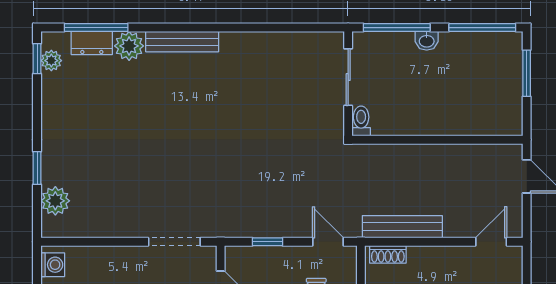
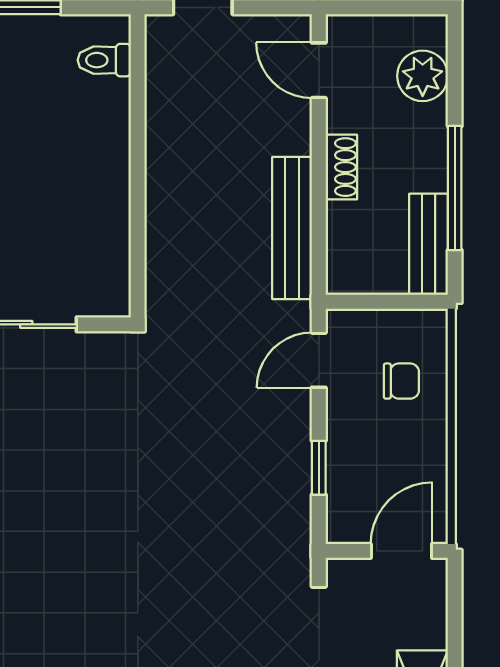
toilet: (361, 121) -> (104, 60), moved
shoe rack: (388, 254) -> (341, 167), moved

